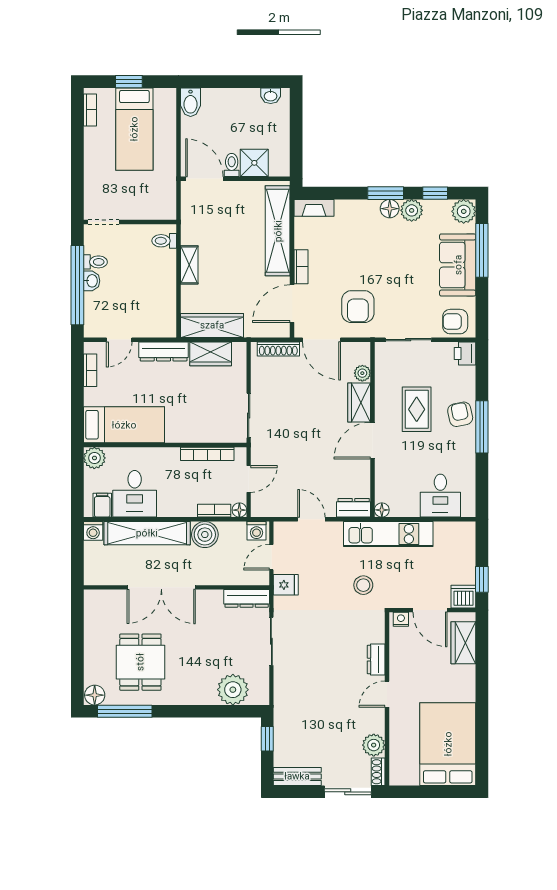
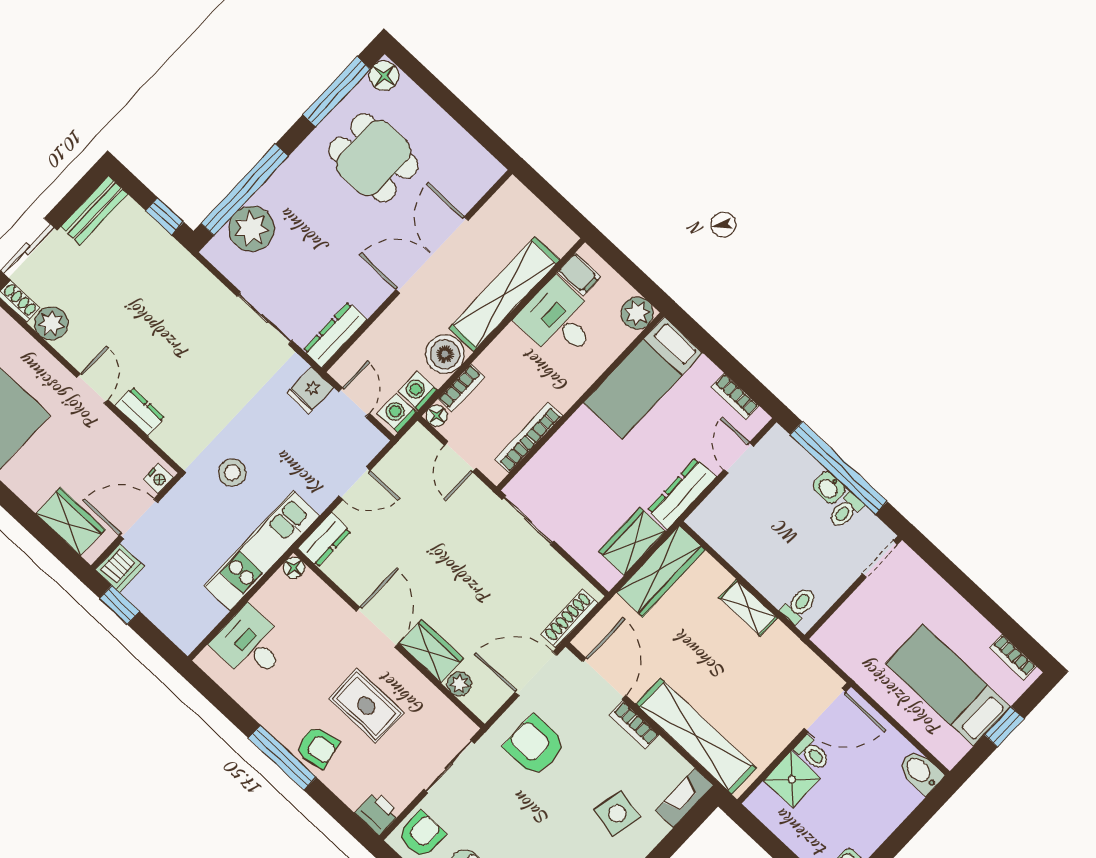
side table: (353, 234) -> (617, 814), added
washing machine: (93, 531) -> (418, 391), moved
window: (217, 711) -> (245, 190), added

